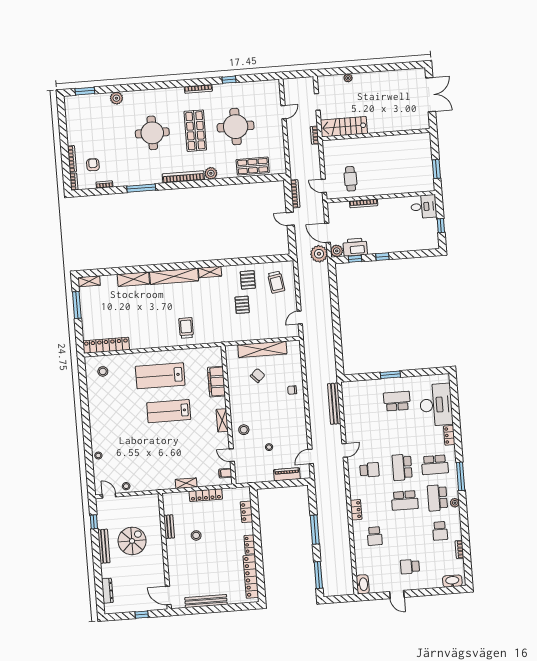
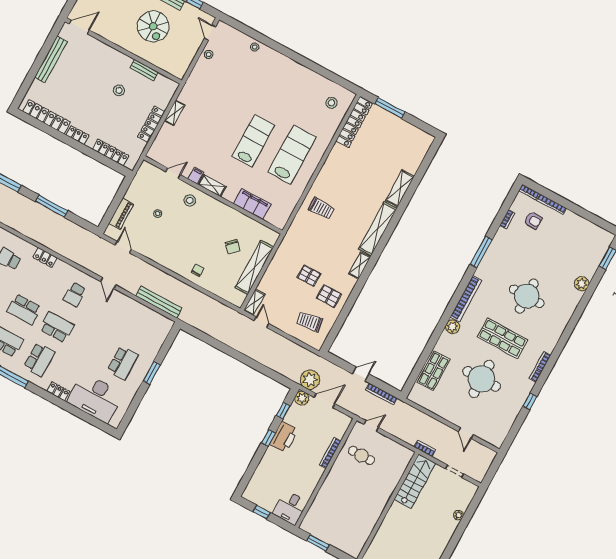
printer: (355, 247) -> (284, 437), moved
shelving: (89, 281) -> (254, 302), moved
window: (77, 305) -> (390, 108), moved
school desk: (435, 465) -> (39, 360), turned 180
filing cabinet: (225, 473) -> (196, 176), moved
door: (109, 496) -> (210, 32), swing flipped
school desk: (405, 500) -> (24, 309), turned -90
locker: (246, 512) -> (110, 152), width x1.53

